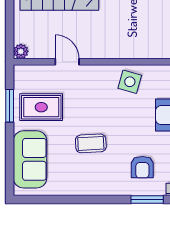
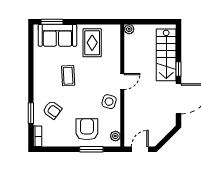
door: (67, 62) -> (122, 81), moved
window: (10, 106) -> (52, 22), moved
armchair: (142, 167) -> (52, 110), turned -144

